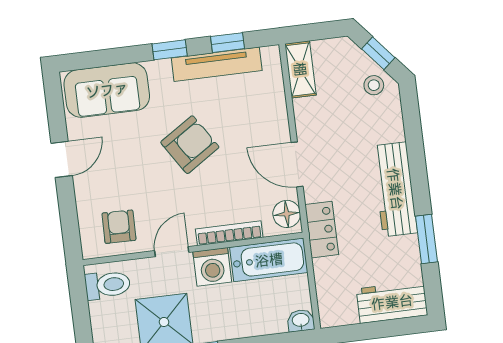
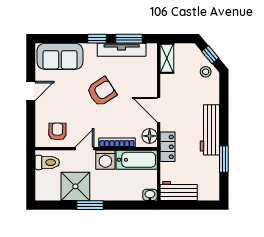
window: (228, 43) -> (129, 39), width x1.50
workbench: (392, 302) -> (179, 191), moved

